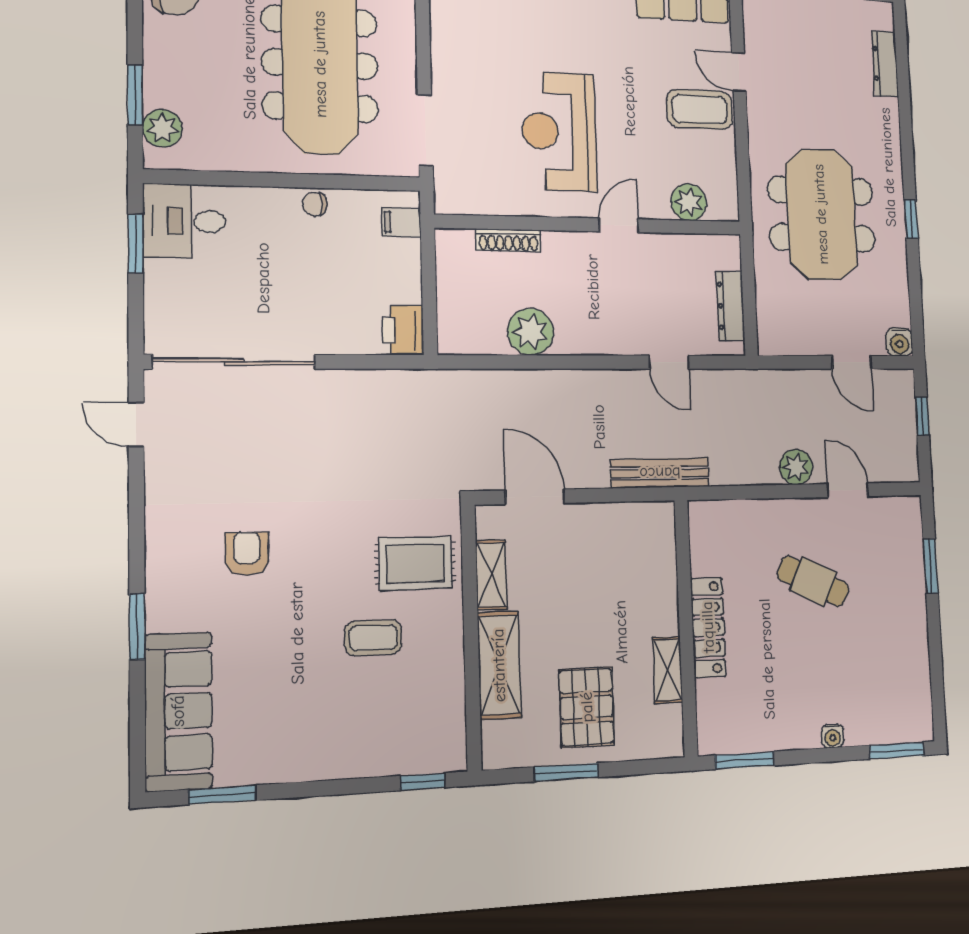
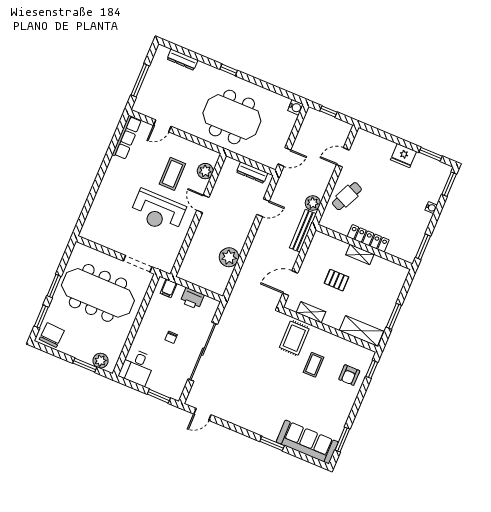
coffee table: (700, 109) -> (172, 174), moved
chair: (315, 204) -> (171, 337), moved
window: (911, 219) -> (229, 70), moved
shoe rack: (508, 240) -> (191, 250), removed
window: (136, 243) -> (159, 396), moved
printer: (403, 330) -> (192, 298), moved
sliding door: (234, 362) -> (203, 352), moved
door: (852, 362) -> (284, 157), moved
plant: (796, 467) -> (313, 203), moved
armchair: (247, 554) -> (349, 375), moved, turned -90
window: (931, 566) -> (431, 154), moved
cafe table: (813, 581) -> (347, 196), moved
fridge: (909, 620) -> (403, 156), added
shelving: (499, 665) -> (361, 331), moved
shelving: (668, 670) -> (360, 255), moved
pallet: (587, 707) -> (336, 280), moved, width x0.67, depth x0.71

